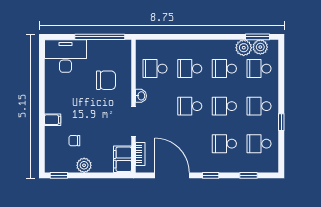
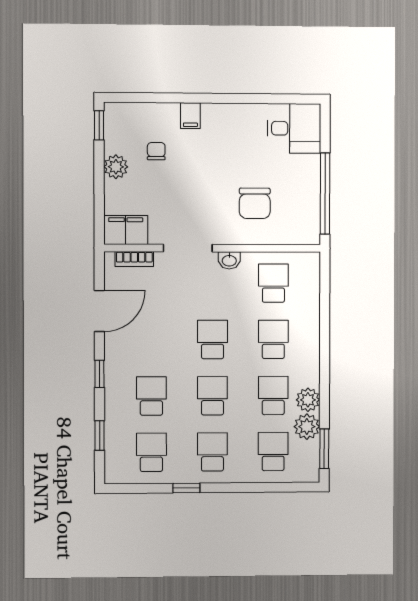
plant: (260, 47) -> (308, 400), moved
desk: (66, 56) -> (294, 128), width x0.73
door: (172, 175) -> (99, 311), width x0.73

